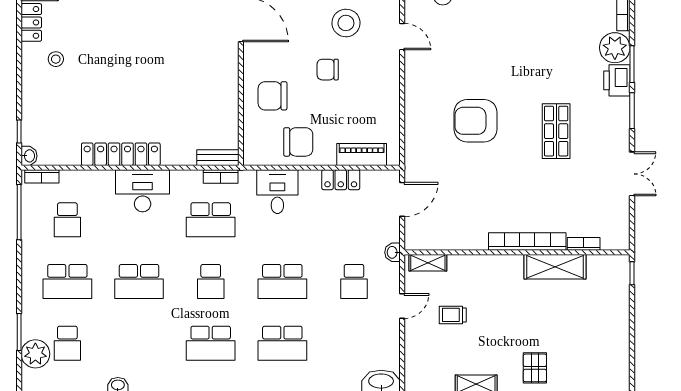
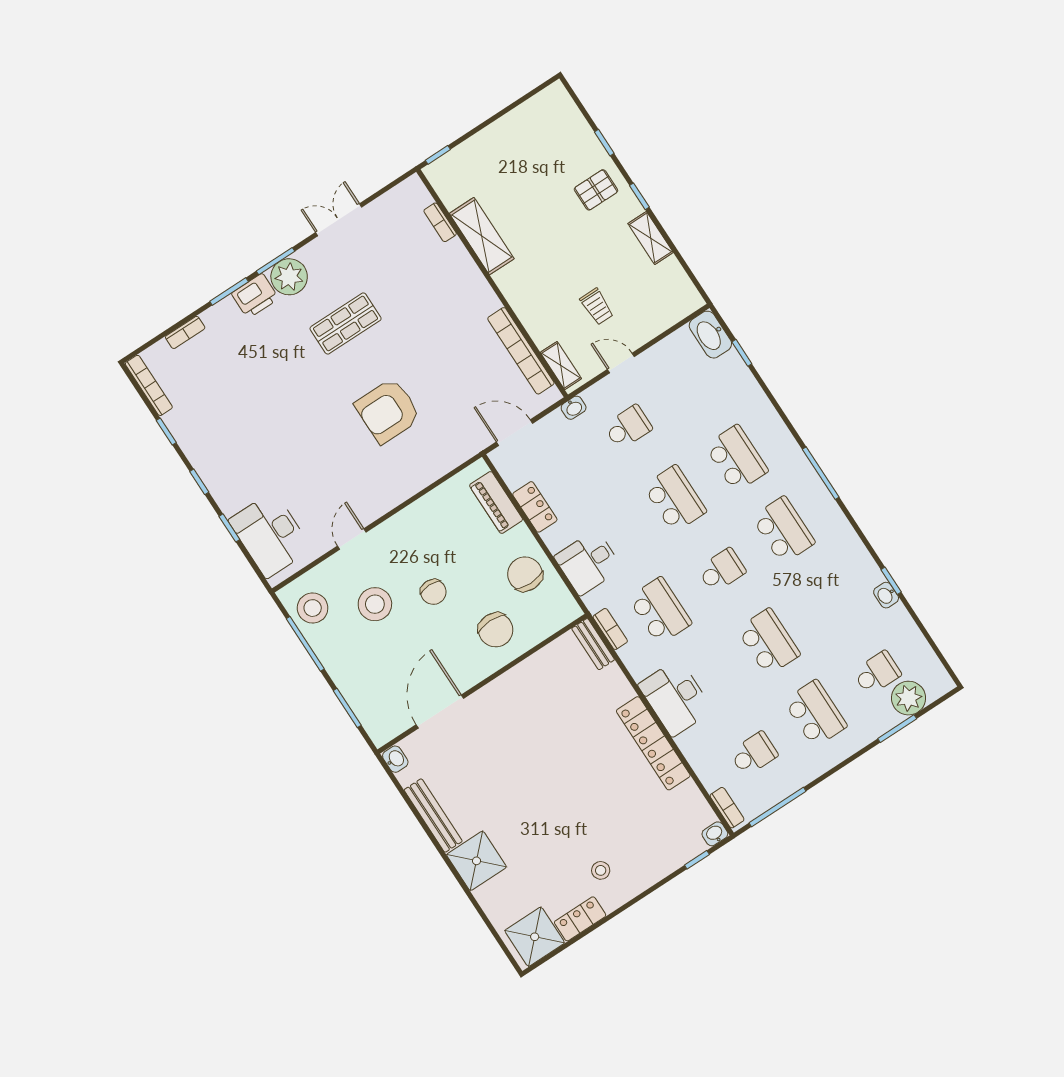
plant: (615, 48) -> (289, 277), moved
armchair: (476, 121) -> (388, 411), turned 90
bookcase: (527, 242) -> (521, 351), moved

